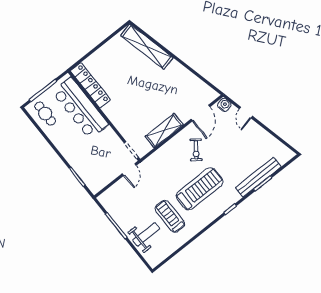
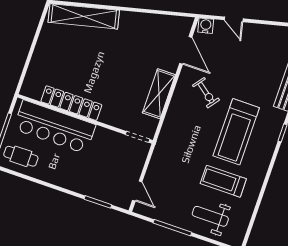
locker: (90, 85) -> (71, 103), moved
door: (129, 170) -> (137, 191), moved
treadmill: (200, 189) -> (236, 132), turned 180
weight bench: (146, 234) -> (210, 216), turned -90

